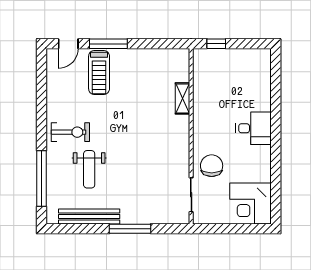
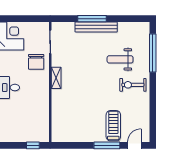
shelving: (182, 98) -> (56, 78), moved
weight bench: (89, 169) -> (120, 59), turned -90
bench: (89, 217) -> (96, 27), moved

